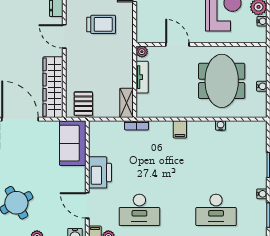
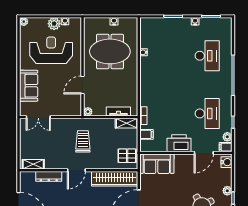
trolley: (101, 24) -> (83, 141), moved
tv unit: (142, 77) -> (118, 111), moved
filing cabinet: (180, 129) -> (146, 134), moved

